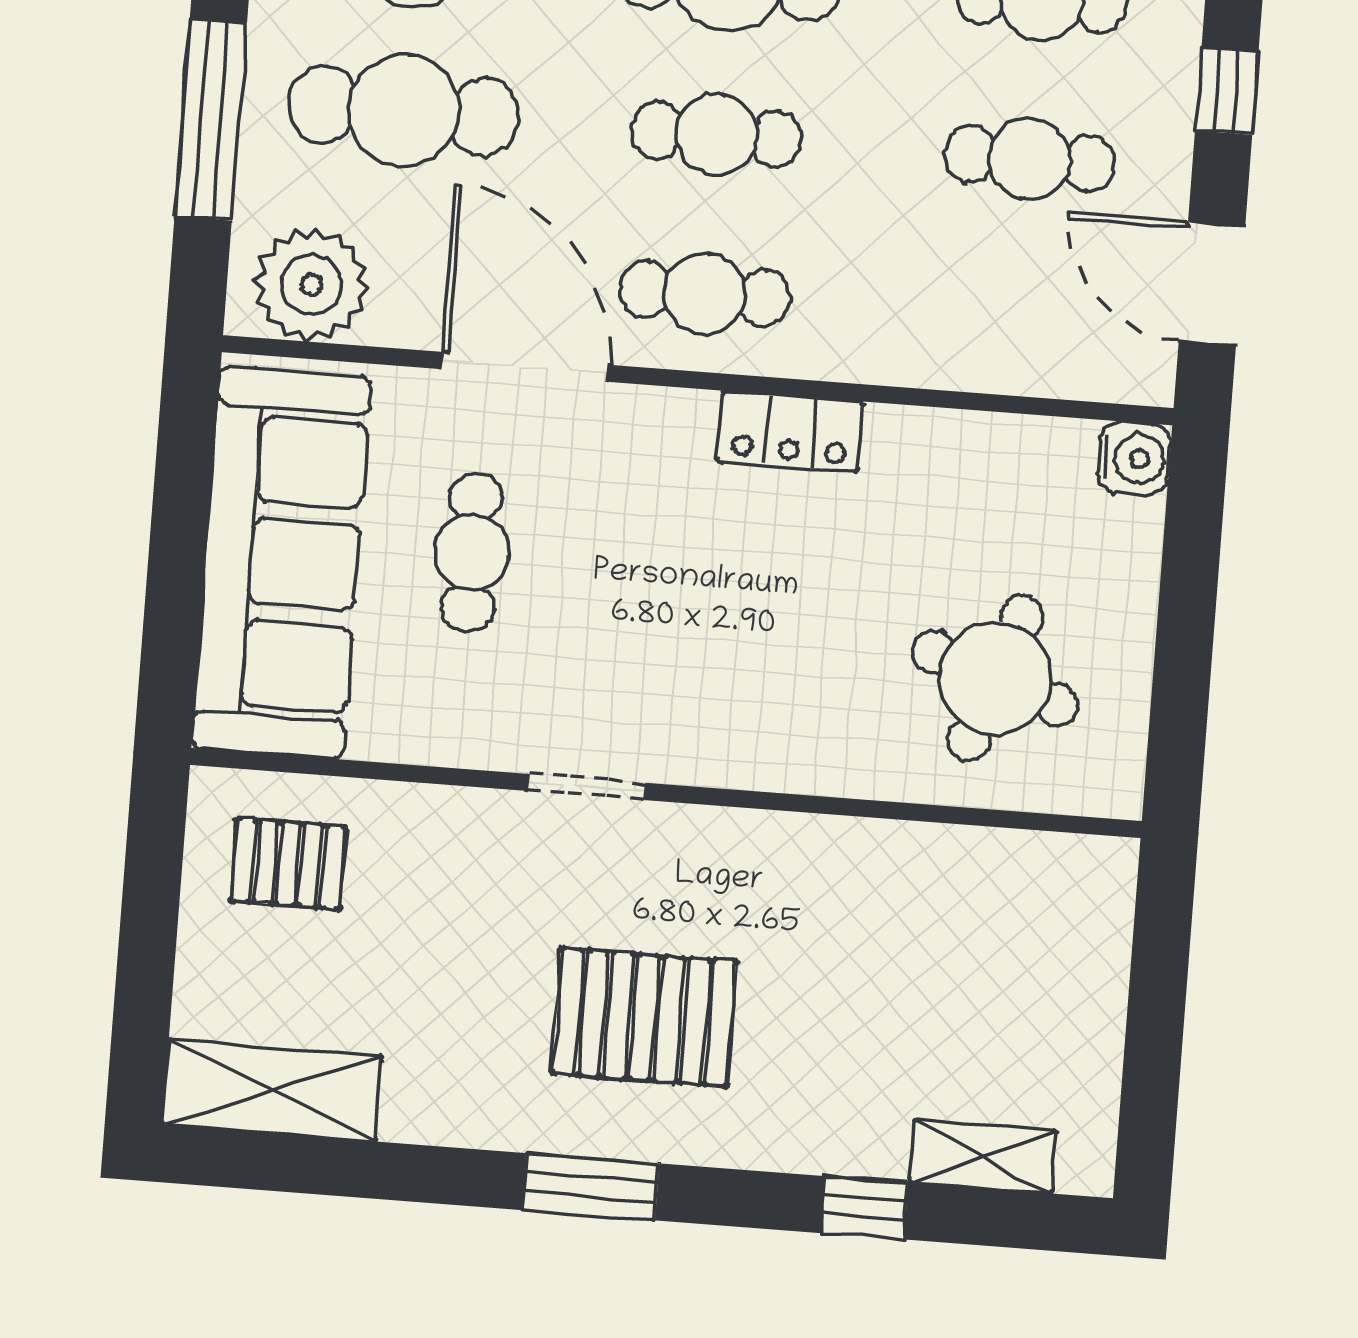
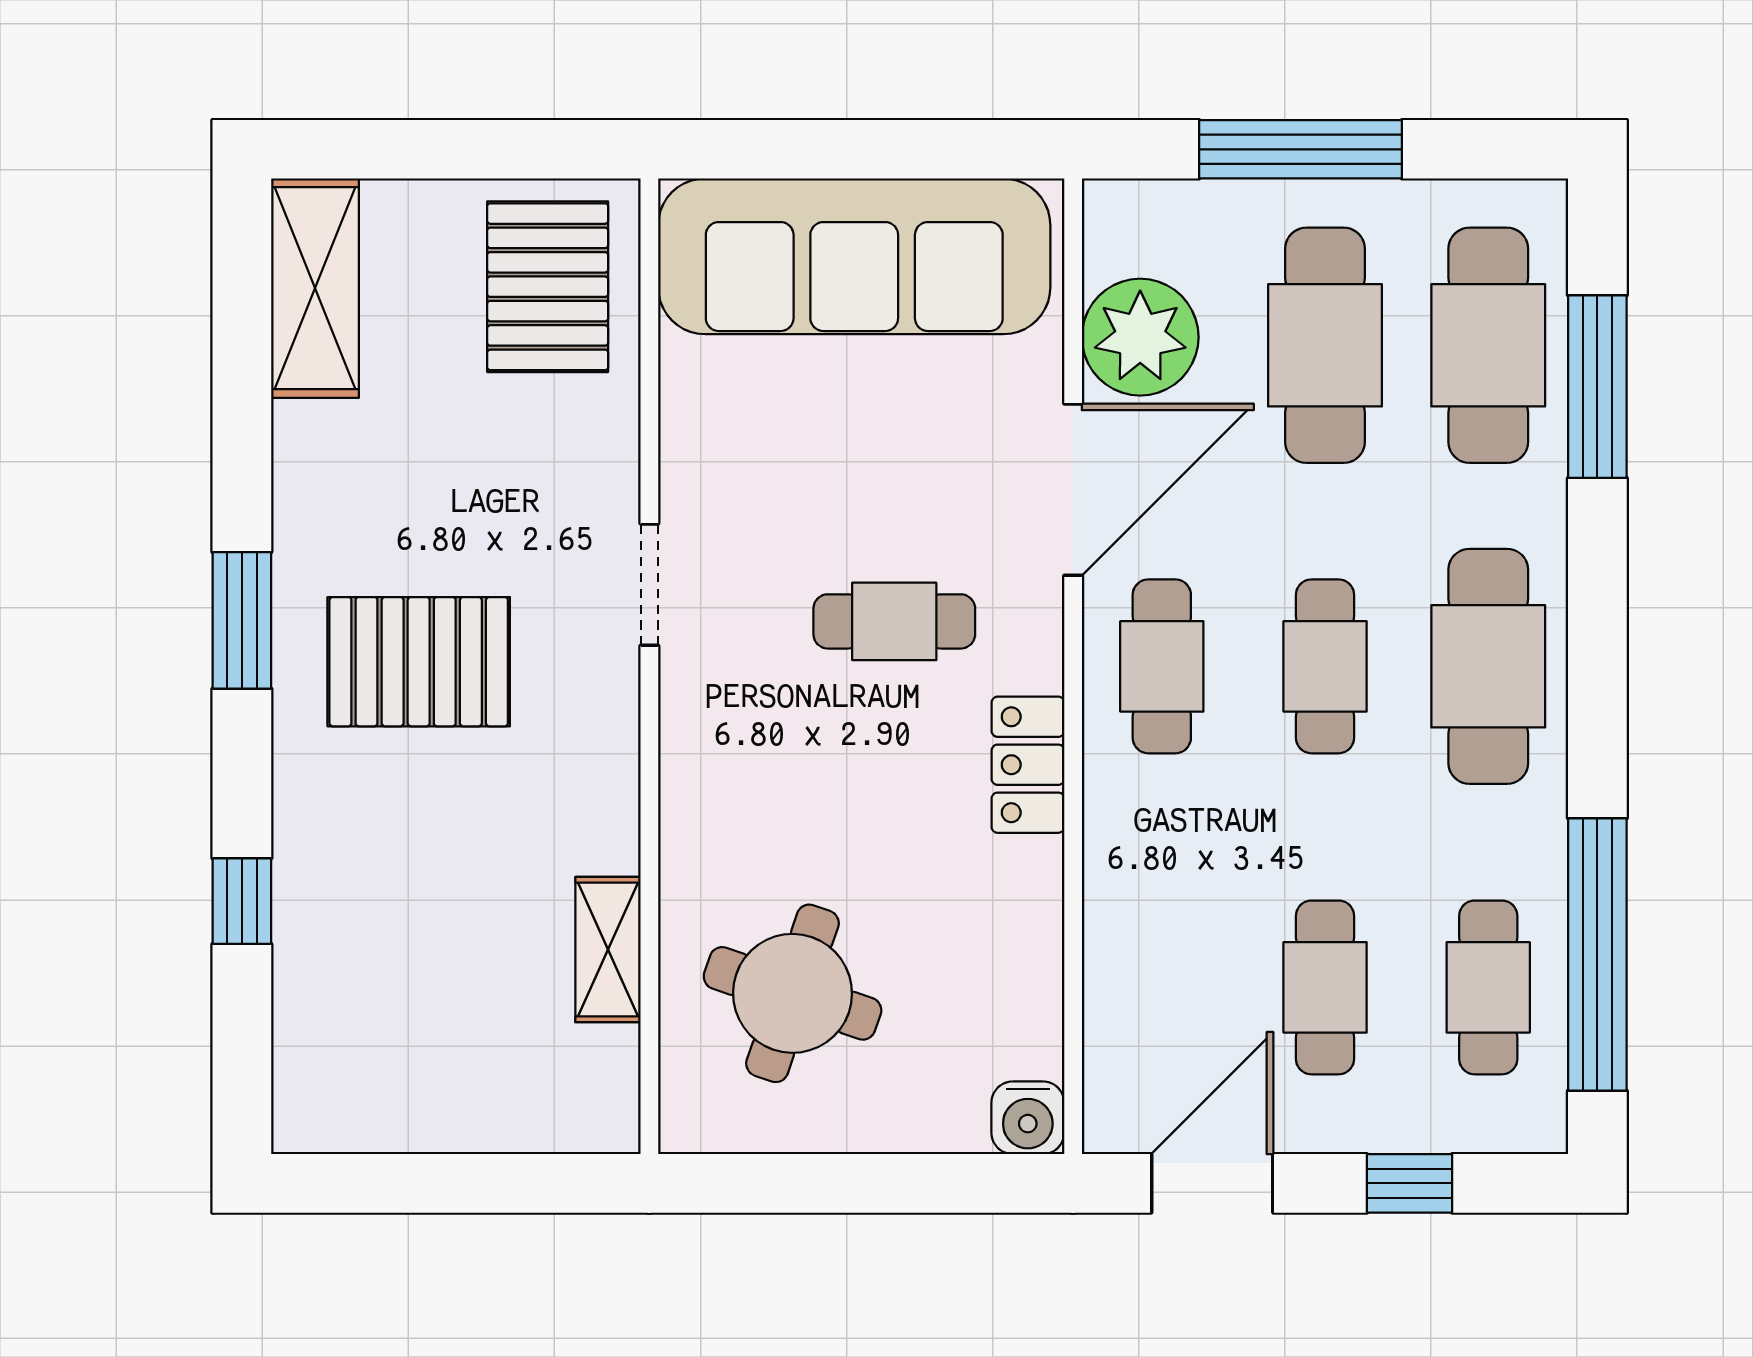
plant: (312, 285) -> (1140, 337), moved
cafe table: (472, 552) -> (894, 621), moved
pallet: (288, 864) -> (548, 287), width x1.50, depth x1.42
pallet: (644, 1018) -> (419, 662), turned 90
shelving: (983, 1156) -> (608, 950), moved

